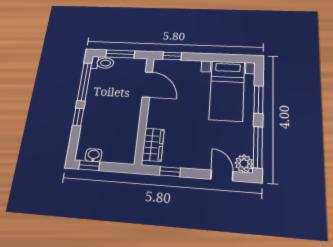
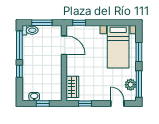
plant: (244, 164) -> (131, 85), moved
window: (89, 166) -> (43, 103), moved

